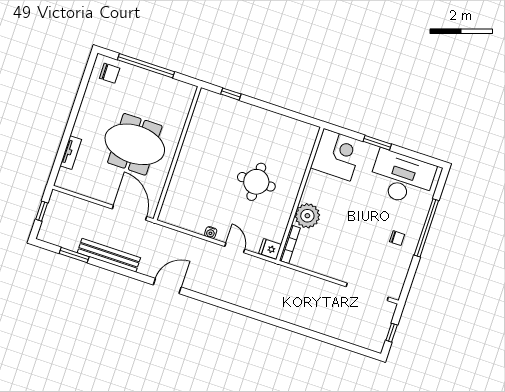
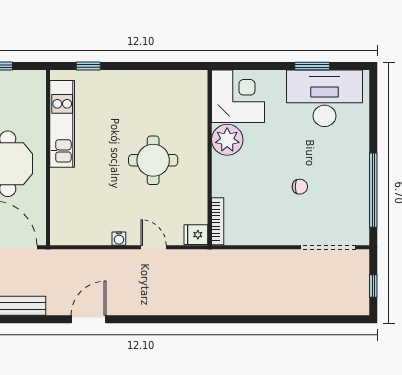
kitchen unit: (197, 131) -> (62, 124), added
window: (377, 143) -> (312, 66), moved
plant: (307, 216) -> (227, 140), moved
window: (426, 228) -> (373, 190), moved
chair: (397, 238) -> (300, 187), moved

